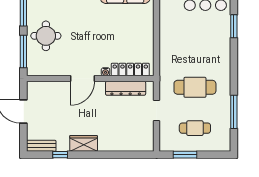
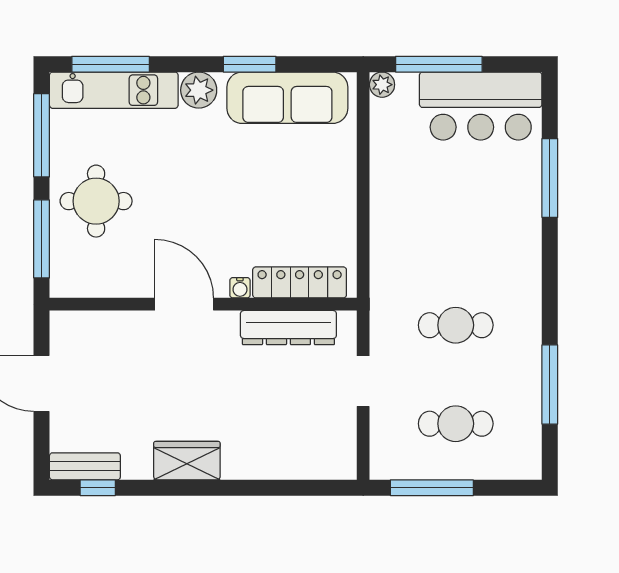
window: (234, 26) -> (550, 178), width x1.44
door: (82, 79) -> (184, 304), swing flipped
cafe table: (195, 87) -> (456, 325), width x0.73, depth x0.74
window: (60, 155) -> (98, 488), moved
window: (185, 155) -> (432, 488), width x1.44

